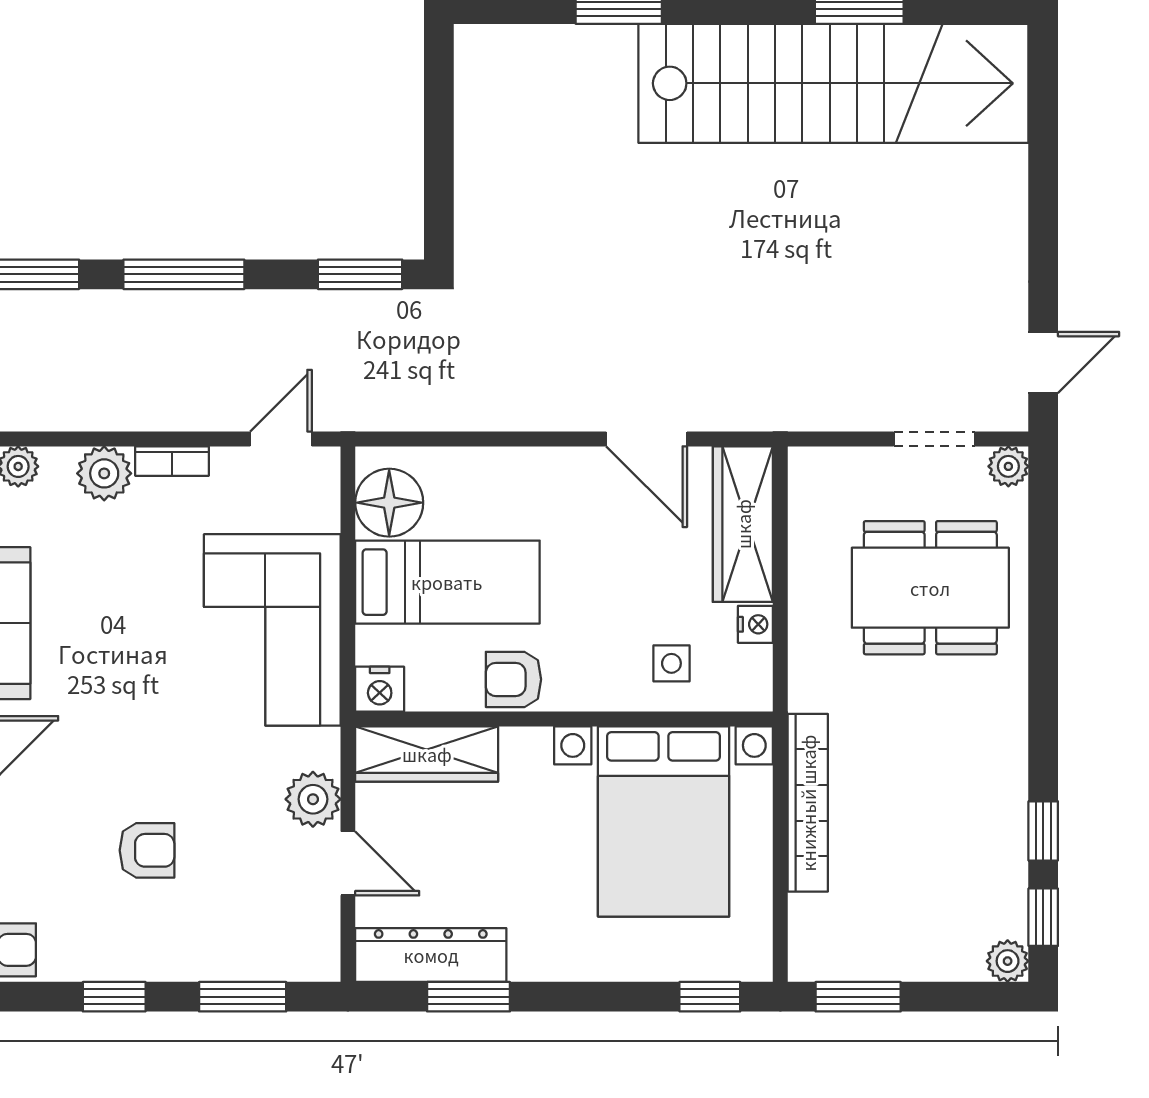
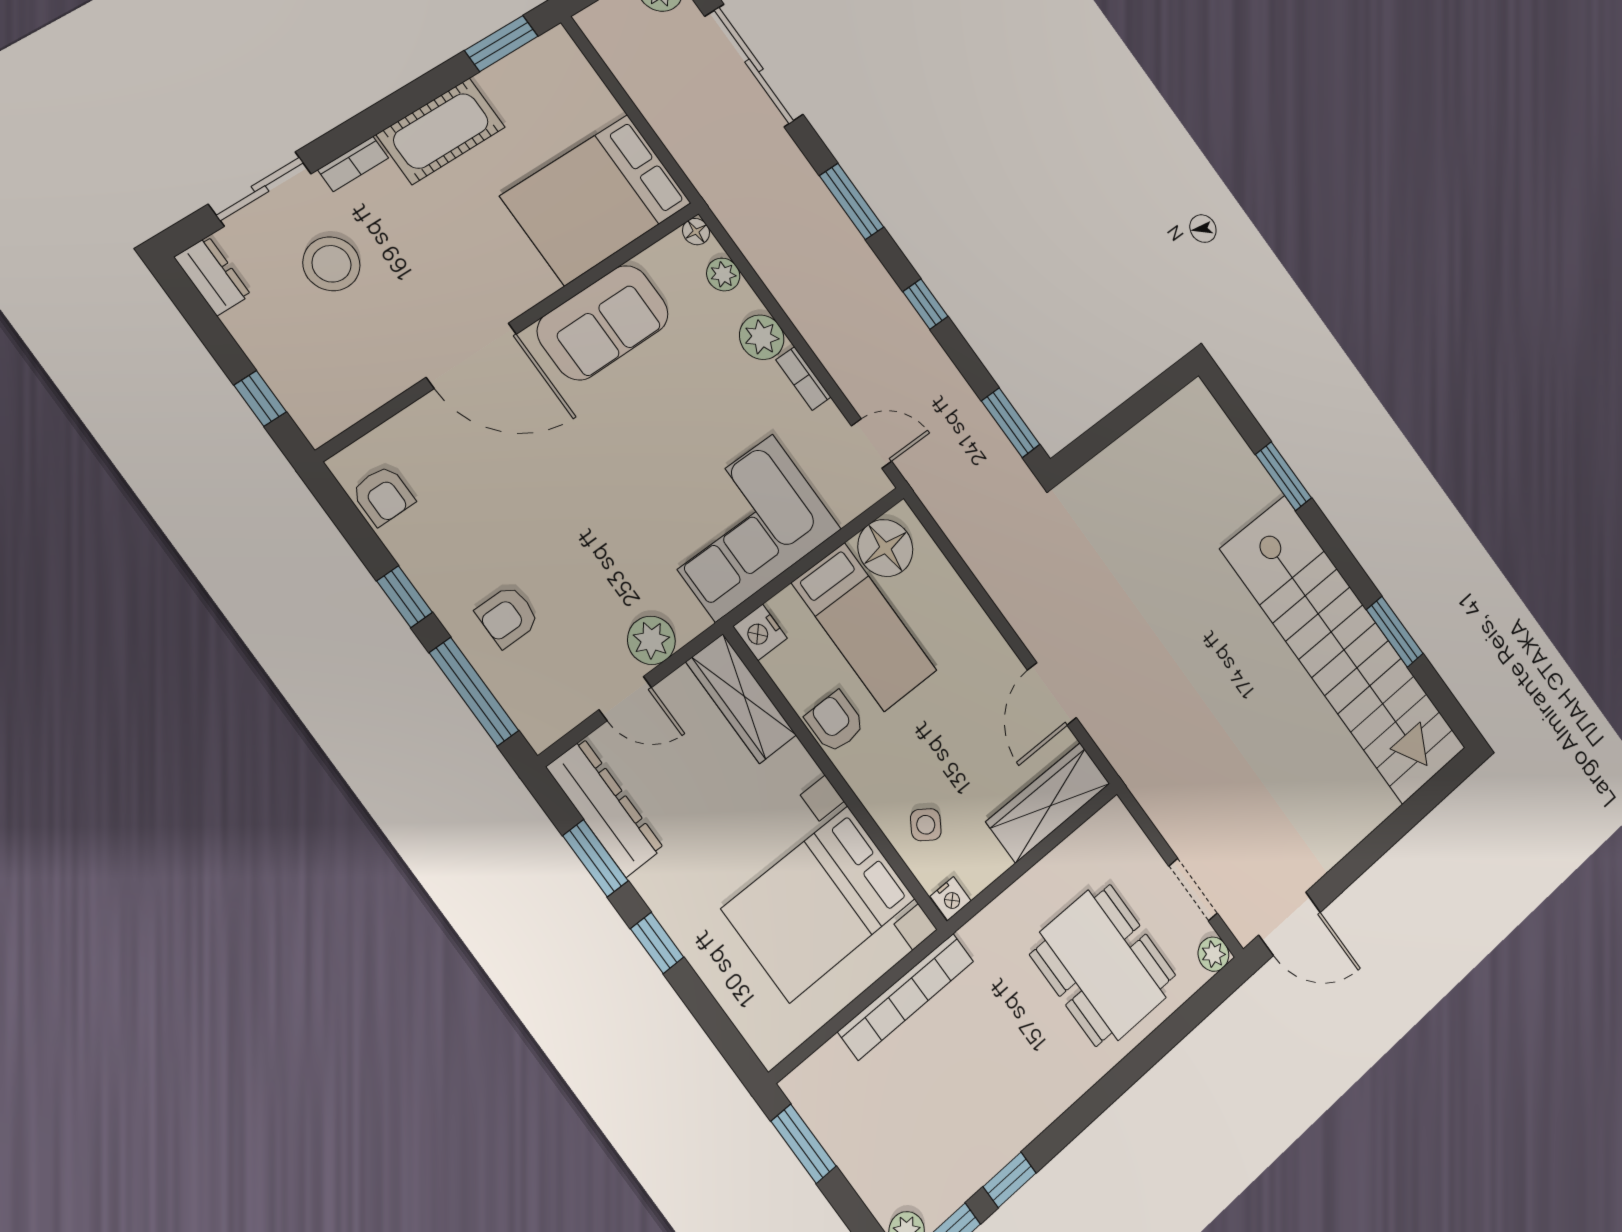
window: (184, 274) -> (925, 304), width x0.46
door: (1043, 362) -> (1290, 924), width x1.38
nightstand: (755, 624) -> (951, 899), moved
side table: (671, 663) -> (926, 825), turned 33
armchair: (147, 850) -> (508, 616), moved, turned 90
door: (348, 863) -> (625, 699), hinge flipped
window: (243, 997) -> (474, 692), width x1.44
window: (710, 997) -> (657, 943), moved

